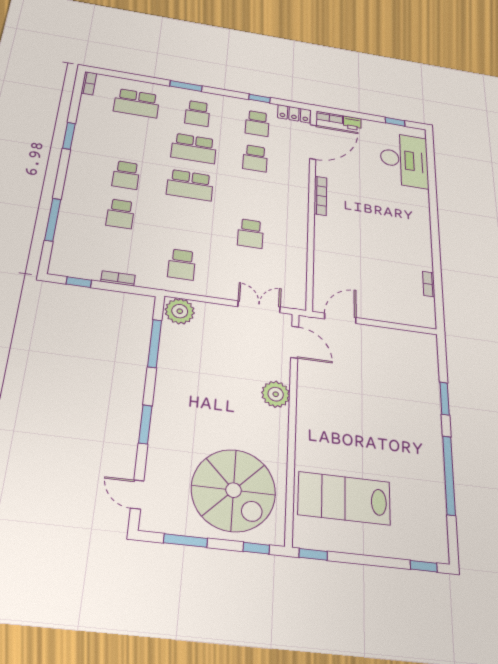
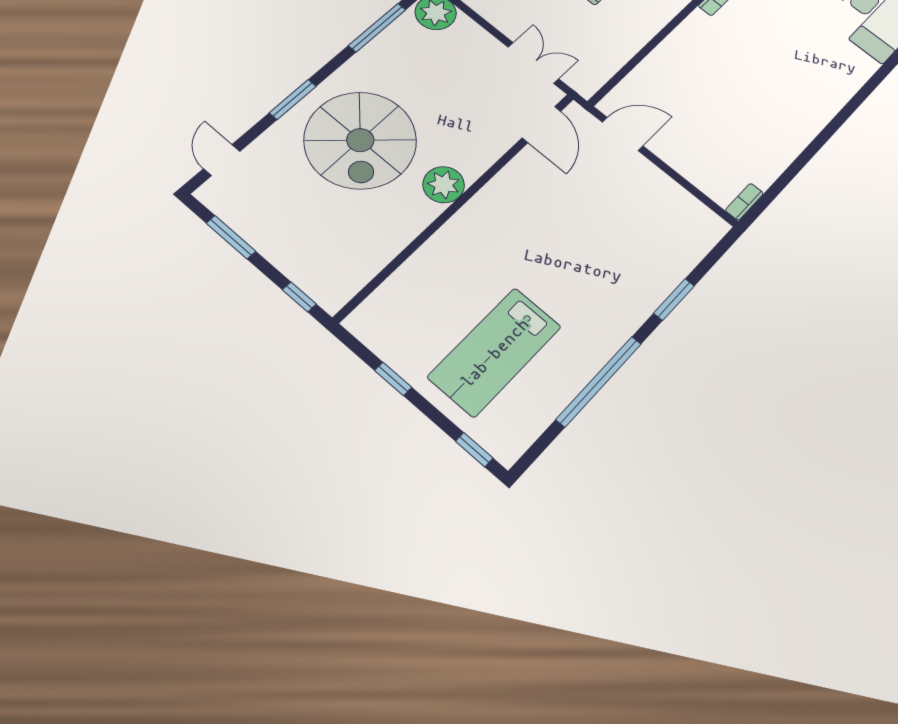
bookcase: (429, 284) -> (744, 202), moved
plant: (276, 394) -> (444, 185), moved
spiral stairs: (234, 490) -> (360, 140), moved
lab bench: (344, 498) -> (495, 352), moved, turned -90
window: (313, 554) -> (393, 379), moved

